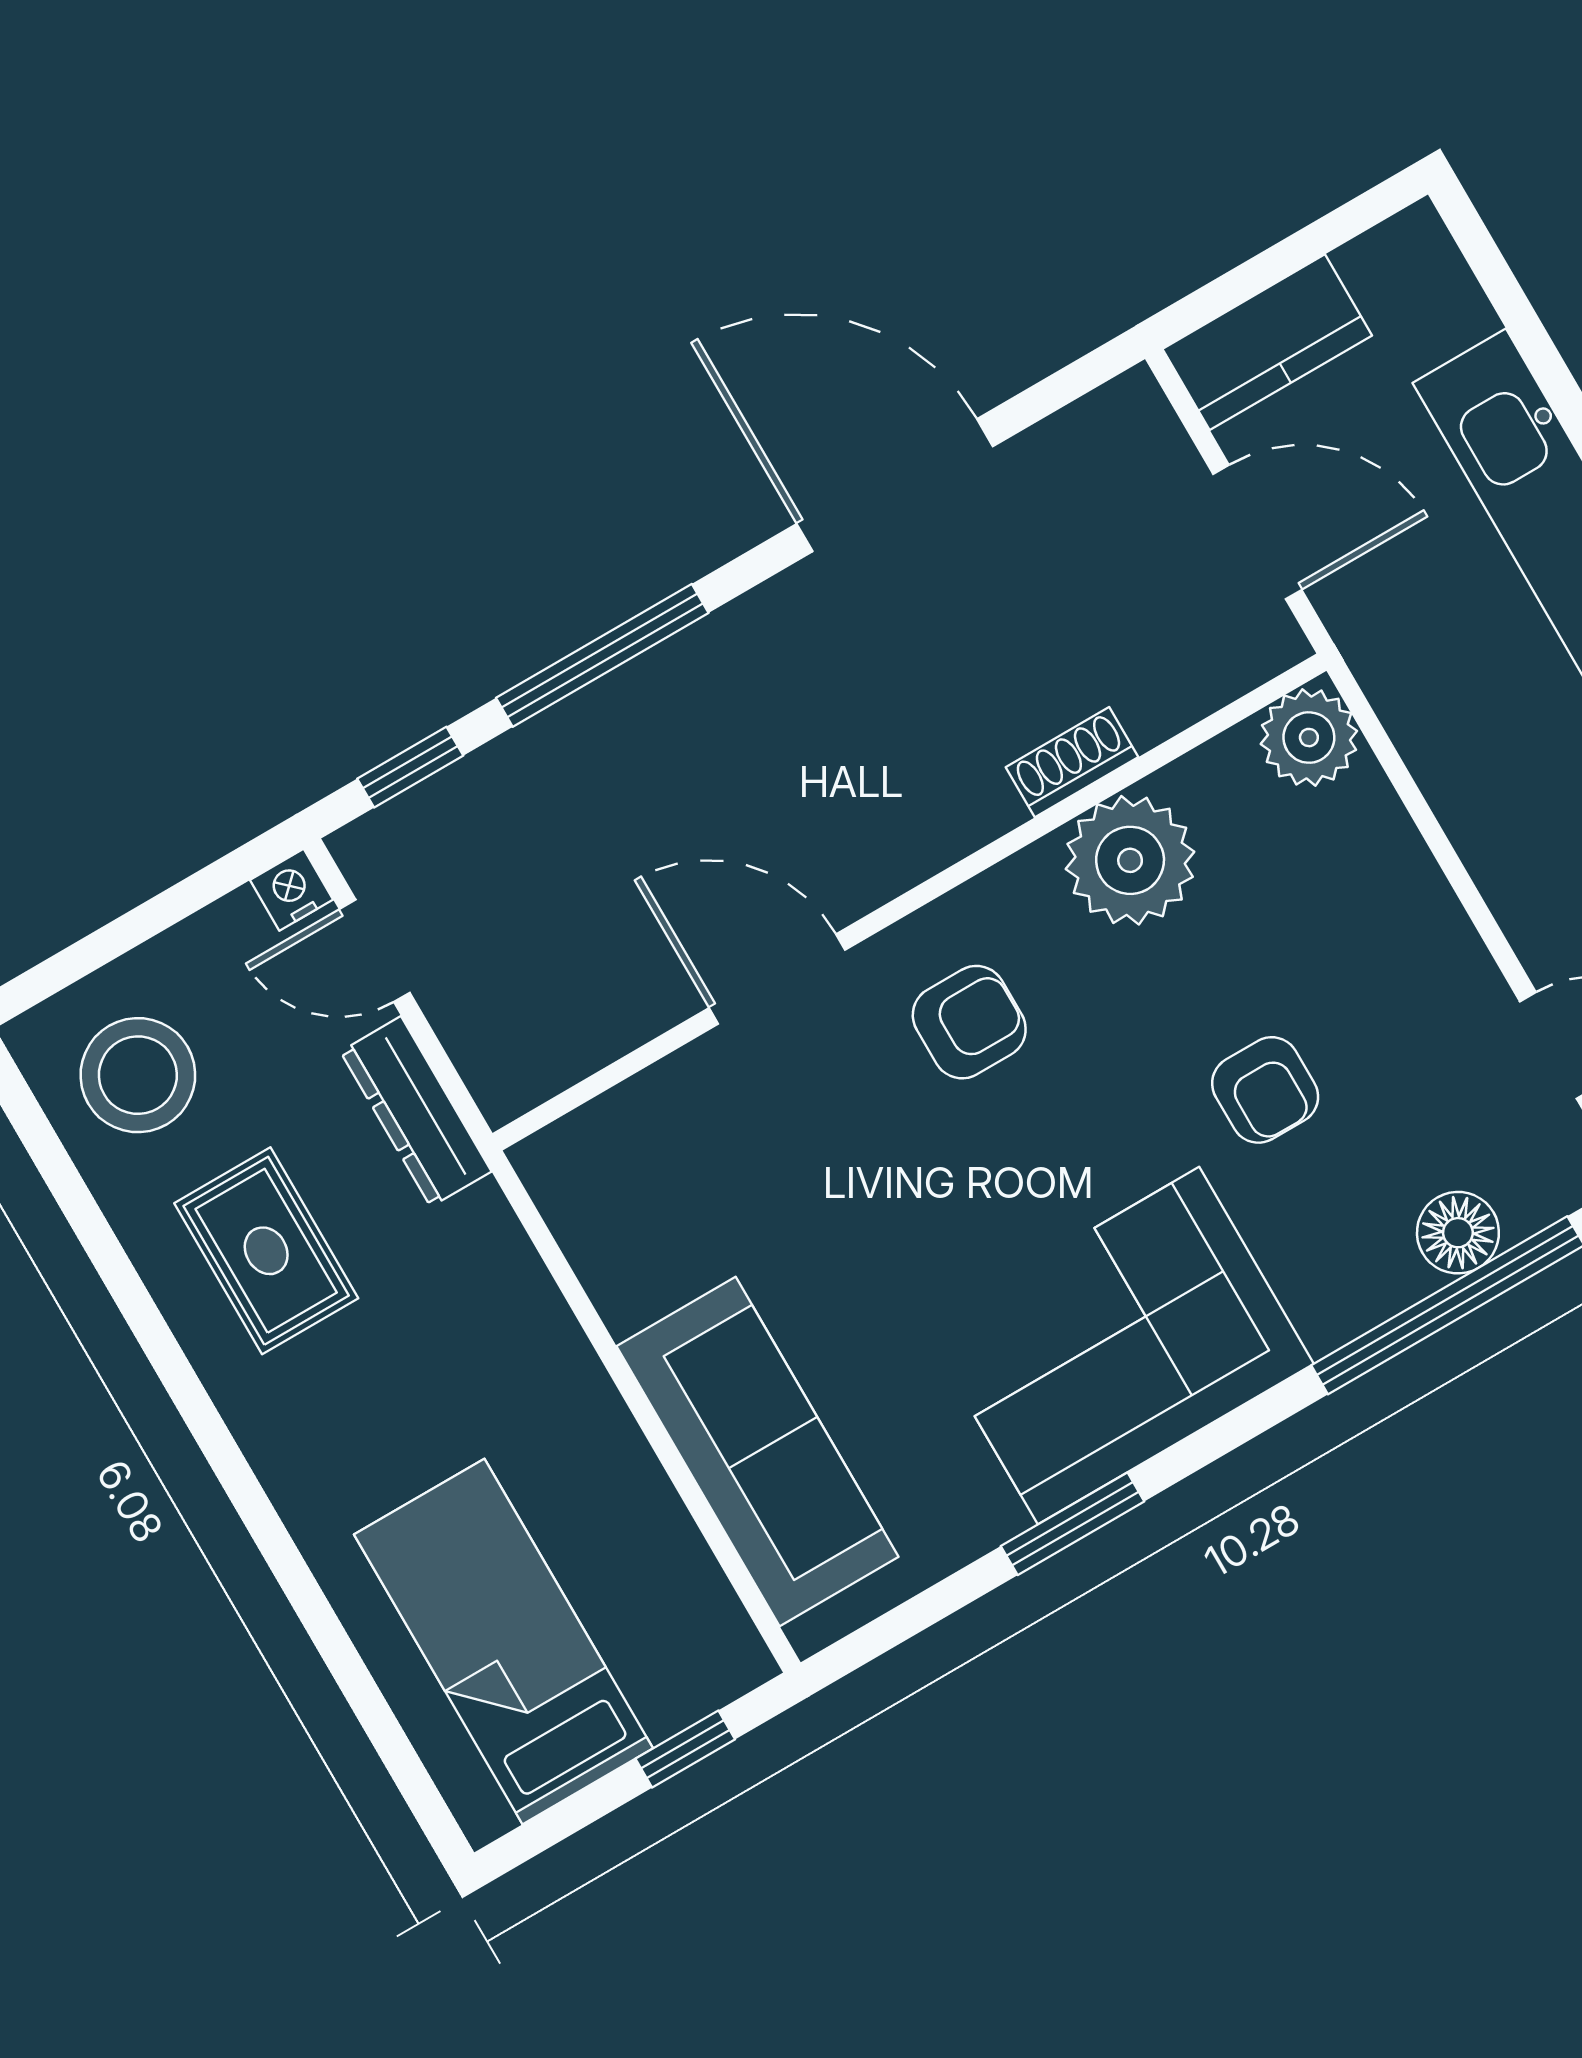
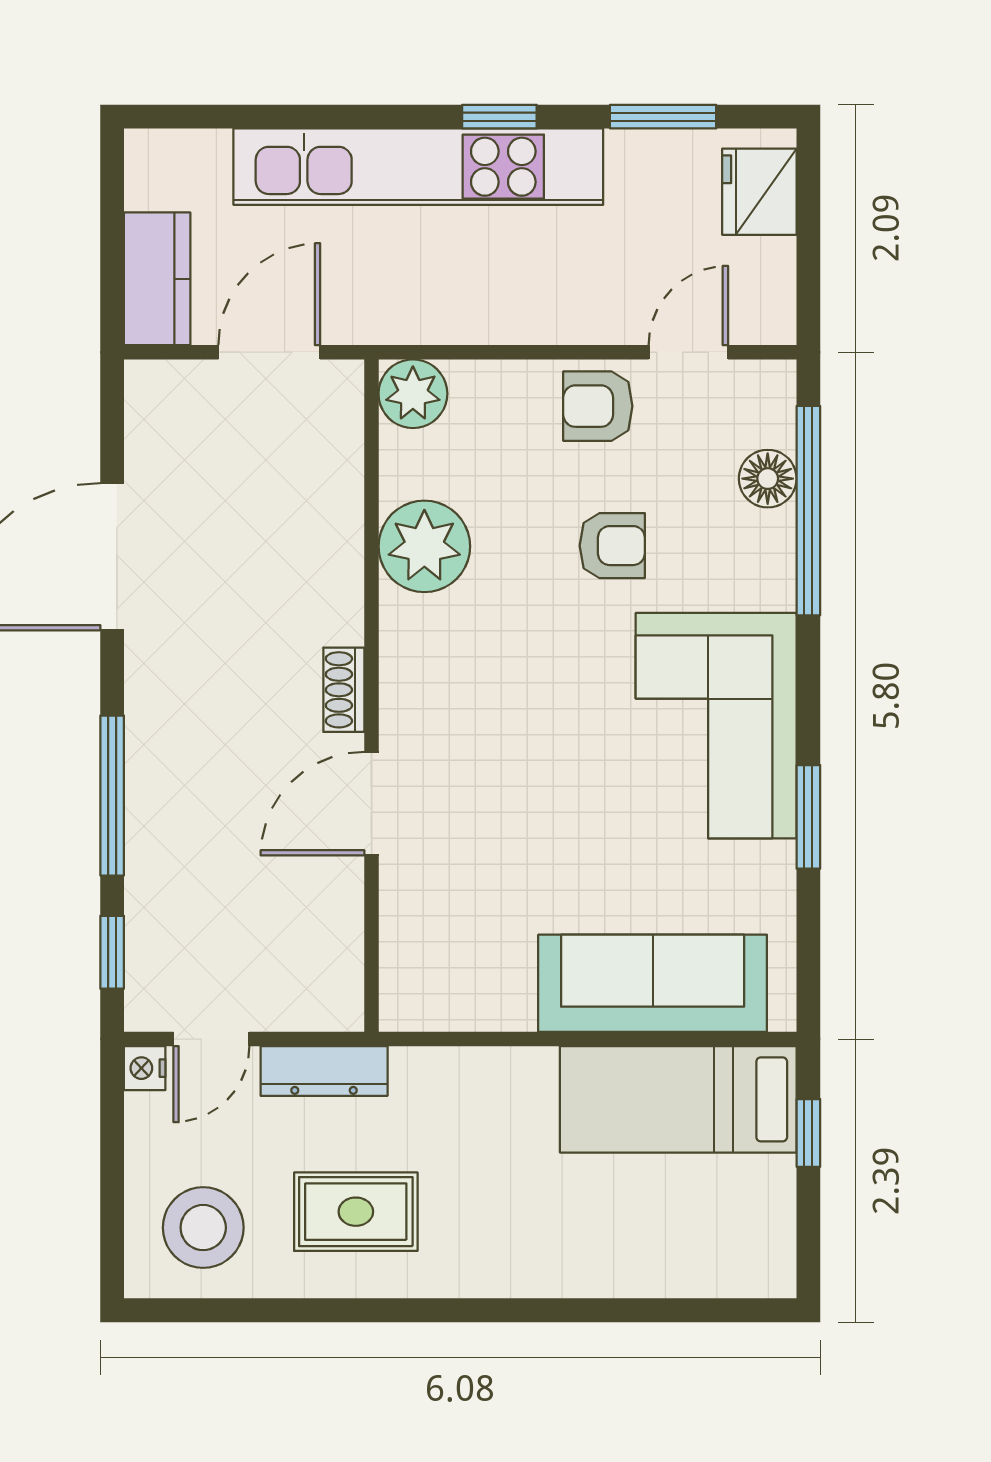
shoe rack: (1072, 762) -> (344, 690), moved
armchair: (969, 1022) -> (598, 406), moved, turned -90
bed: (503, 1641) -> (678, 1099), moved

